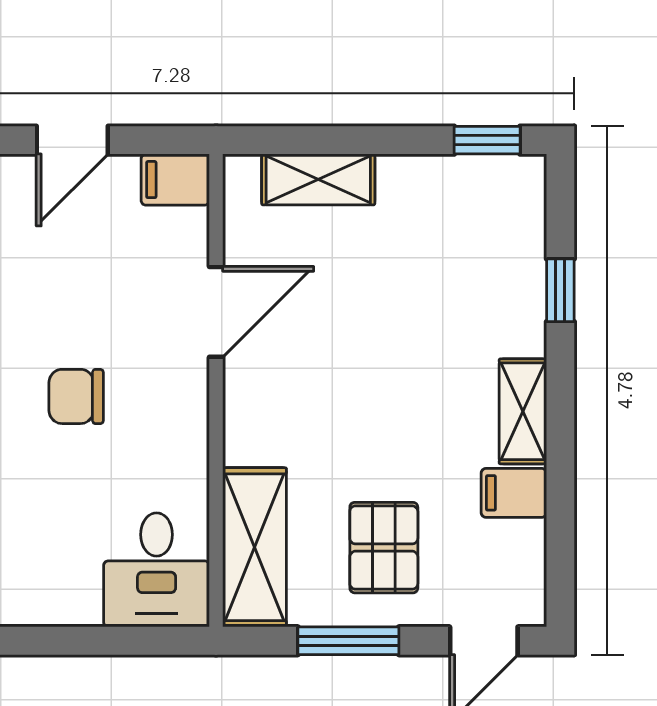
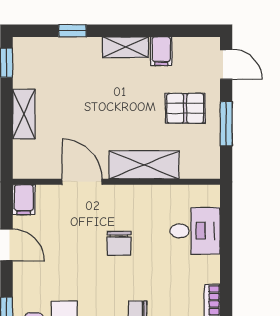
shelving: (318, 179) -> (24, 114), moved
shelving: (255, 547) -> (144, 165), moved
desk: (157, 570) -> (195, 231), moved

